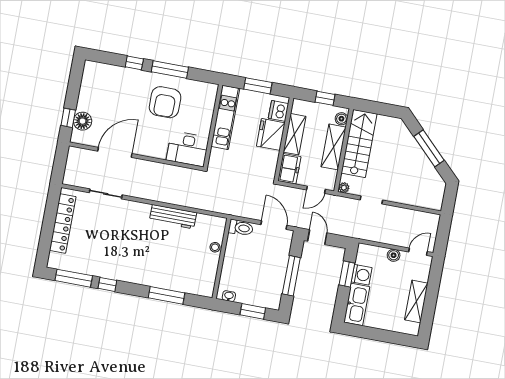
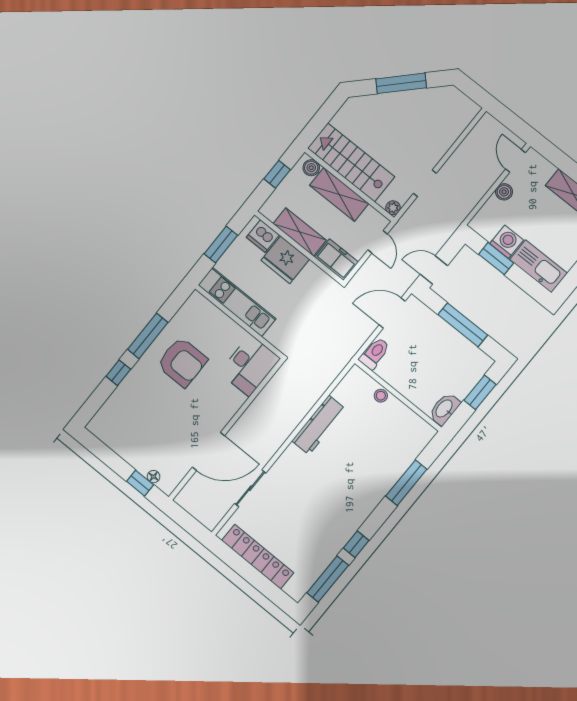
floor lamp: (83, 121) -> (154, 477), width x0.53, depth x0.53
door: (115, 152) -> (208, 451), swing flipped
washbasin: (229, 296) -> (444, 409), width x1.91, depth x1.45

